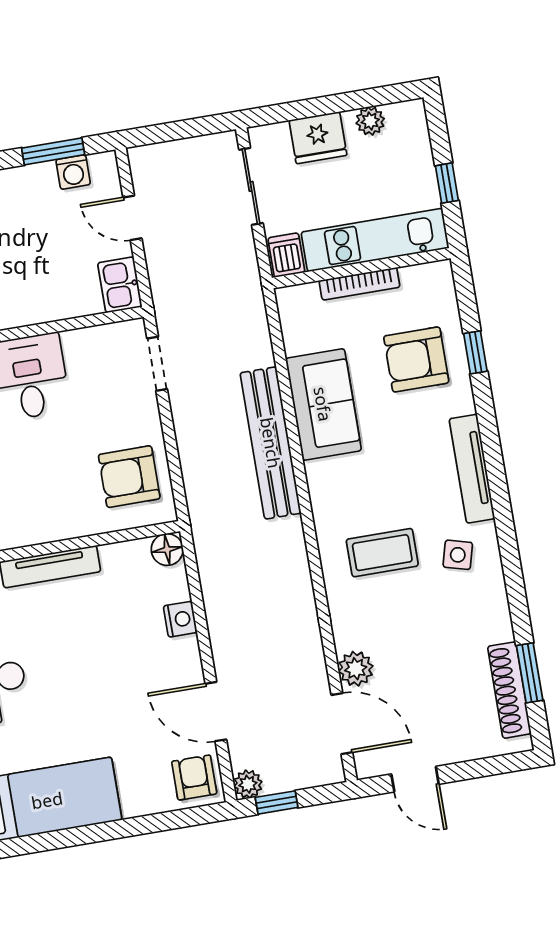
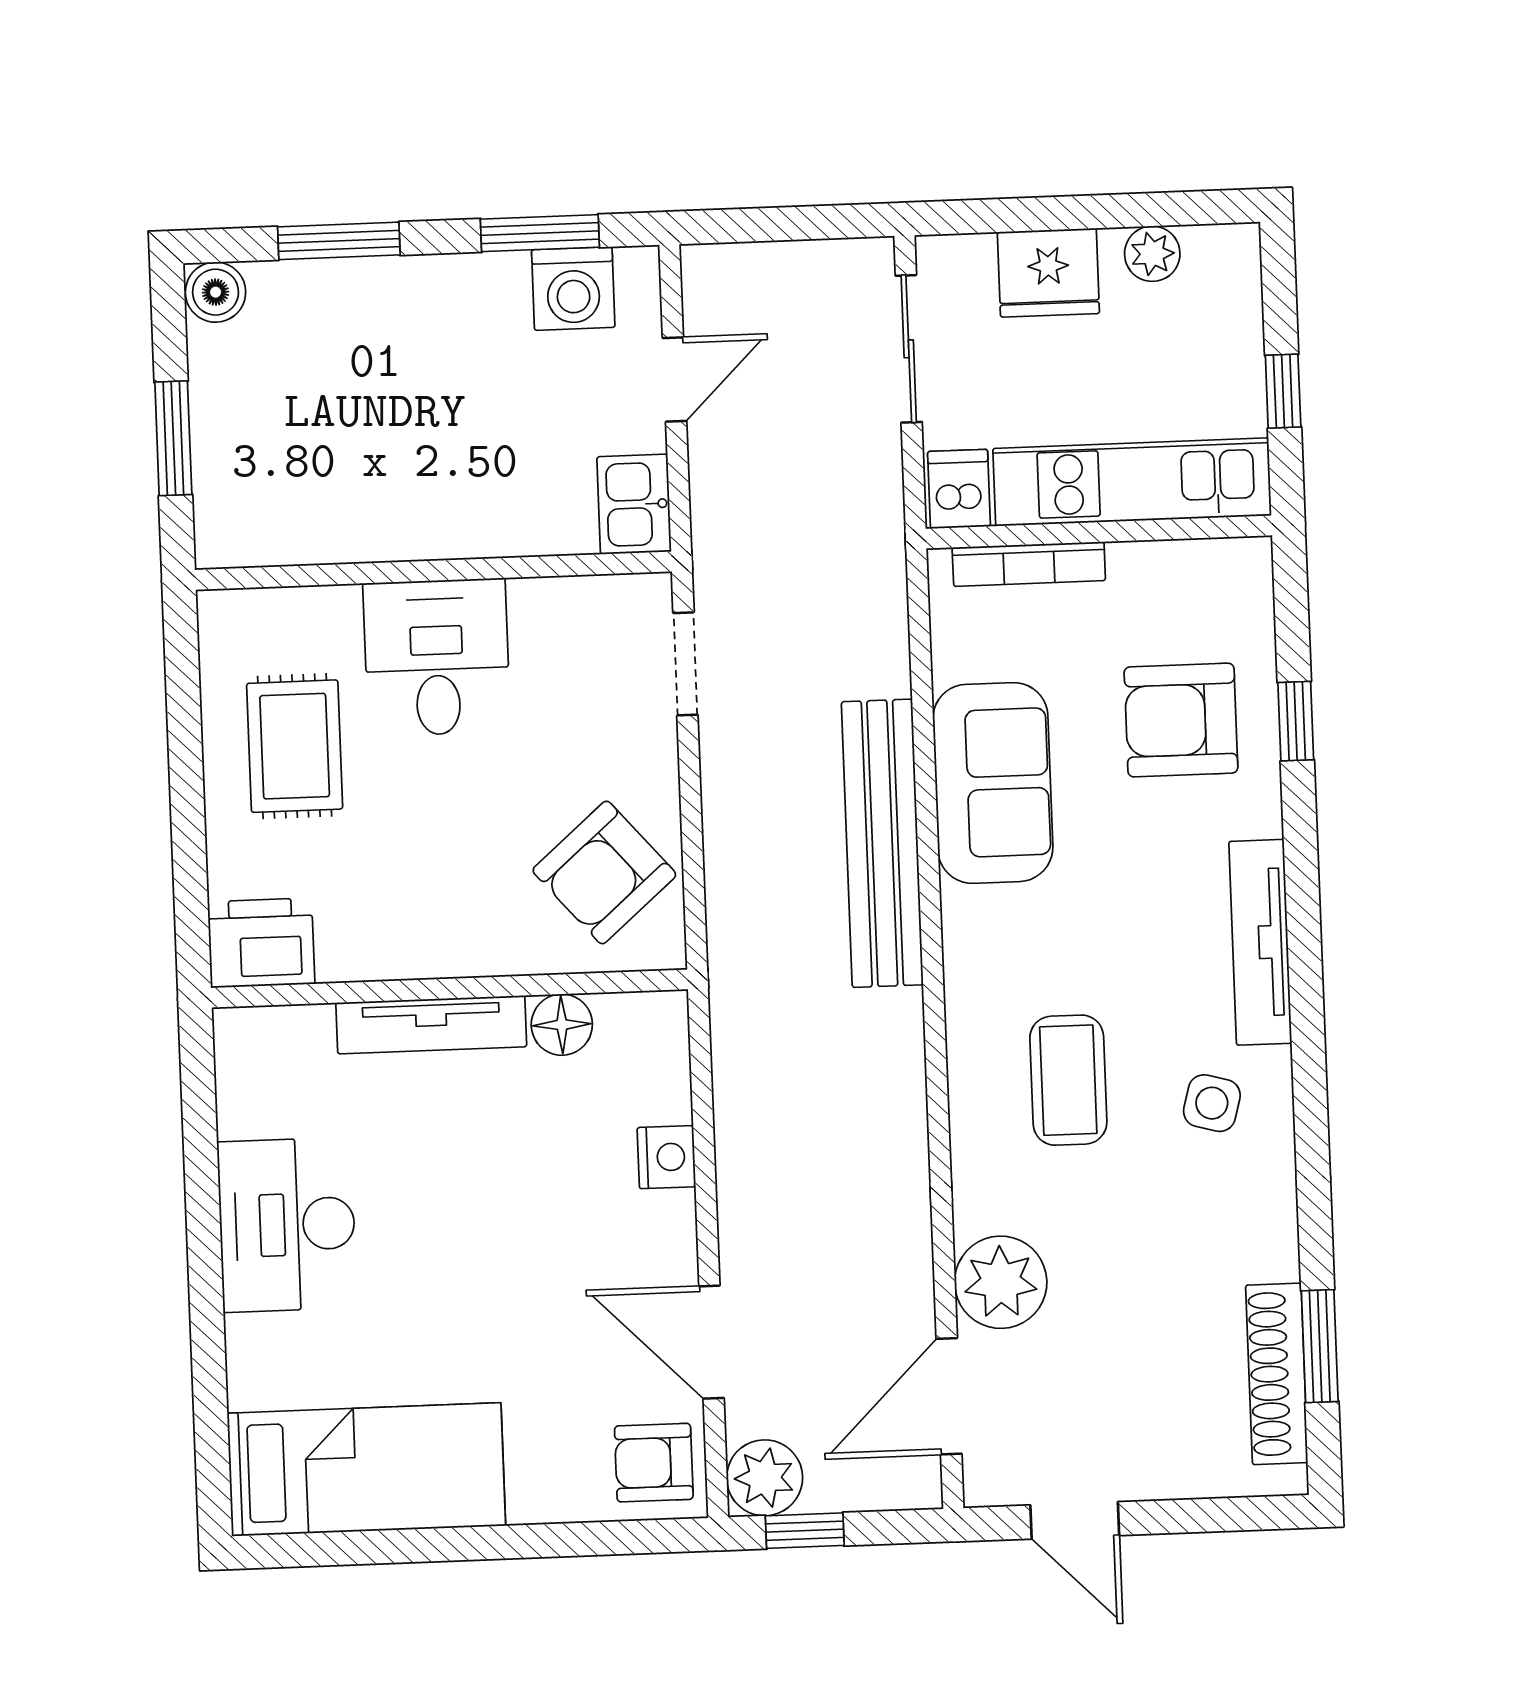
washing machine: (73, 172) -> (573, 289), width x1.38, depth x1.38
door: (132, 218) -> (675, 380), swing flipped
bookcase: (359, 284) -> (1029, 564), moved
armchair: (129, 477) -> (604, 872), turned -41
floor lamp: (167, 550) -> (562, 1025), moved
coffee table: (382, 553) -> (1068, 1080), turned 90
plant: (356, 669) -> (1001, 1282), width x1.36, depth x1.36
door: (342, 724) -> (949, 1396), swing flipped
armchair: (194, 778) -> (654, 1463), turned -90
plant: (248, 784) -> (765, 1478), width x1.38, depth x1.38

